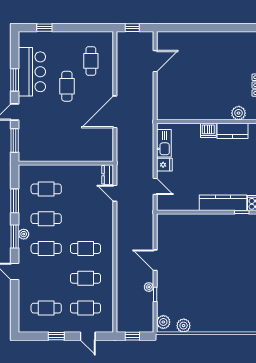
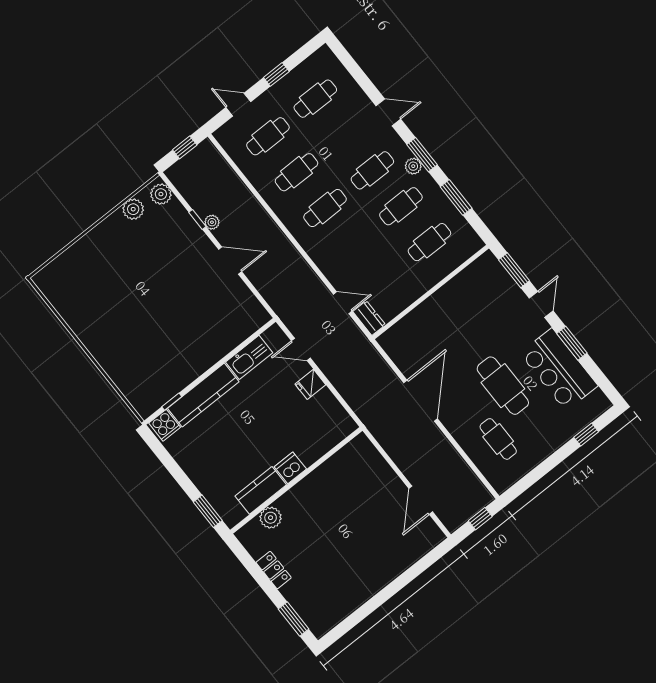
cafe table: (67, 86) -> (503, 386), width x1.37, depth x1.35
kitchen sink: (164, 143) -> (249, 357), moved, turned -90

